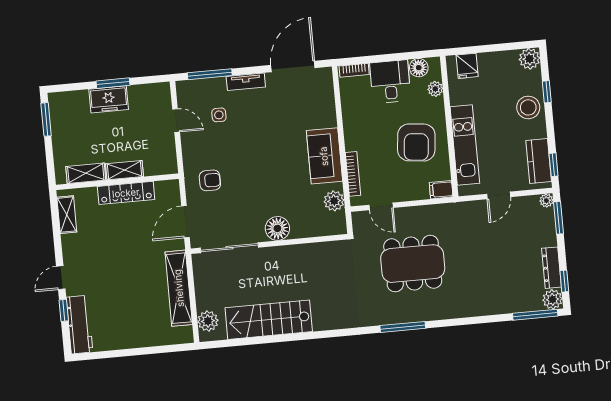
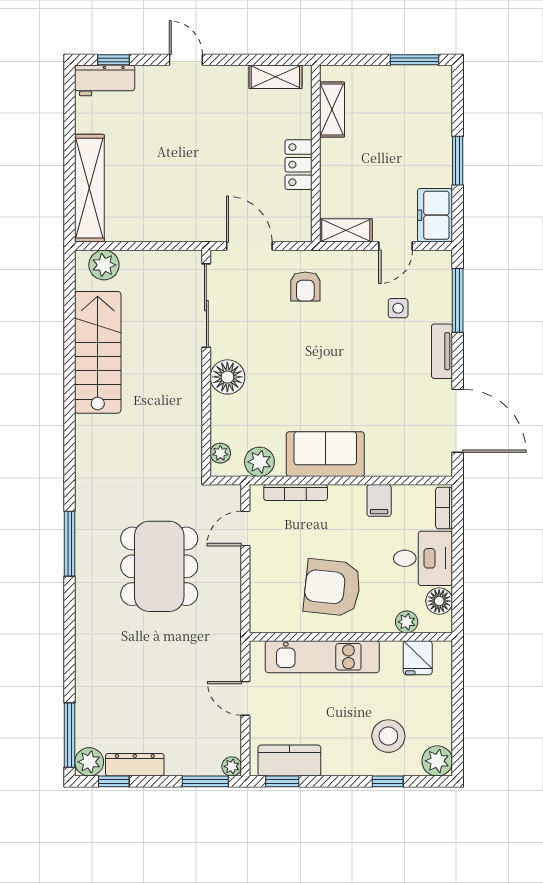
fridge: (467, 66) -> (418, 658), moved, turned -90
freezer: (109, 99) -> (435, 215), moved
stool: (528, 107) -> (388, 736), moved
shelving: (125, 170) -> (346, 230), moved, turned 90
filing cabinet: (441, 190) -> (379, 500), moved, turned 180
locker: (126, 193) -> (298, 165), width x0.66
plant: (331, 229) -> (220, 453), added
shelving: (179, 288) -> (89, 188), moved, turned 90
window: (64, 310) -> (113, 60), moved
workbench: (80, 325) -> (105, 80), width x0.73

